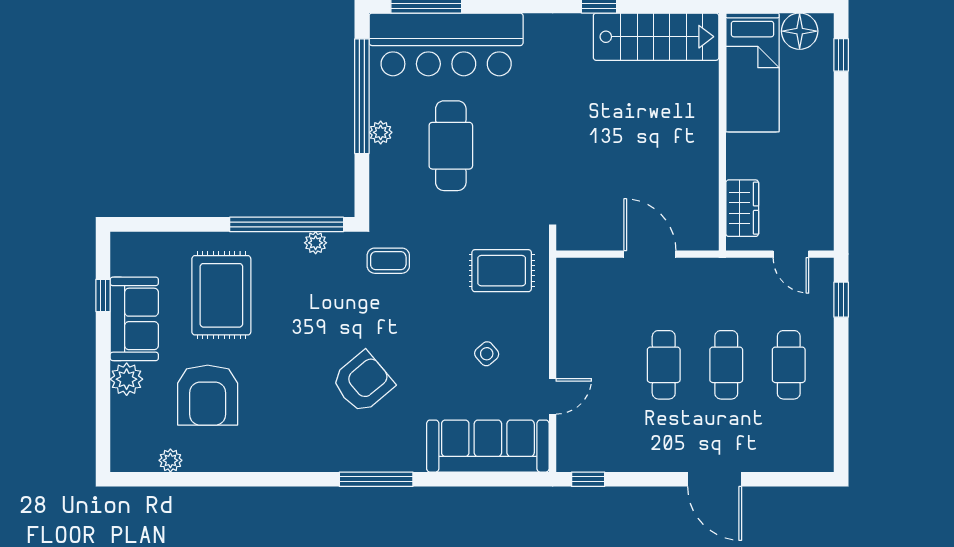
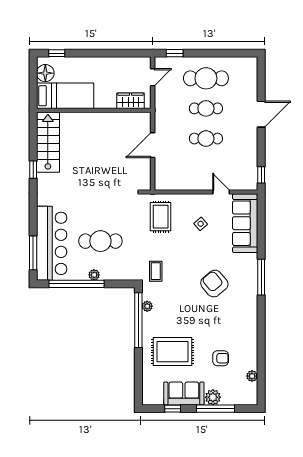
cafe table: (789, 365) -> (206, 78), width x1.37, depth x1.35
window: (103, 385) -> (216, 409), added
armchair: (208, 395) -> (221, 358), width x0.53, depth x0.53

